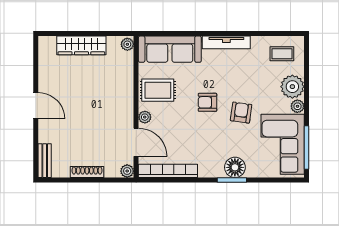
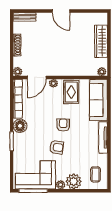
door: (36, 106) -> (61, 11), hinge flipped
floor lamp: (235, 167) -> (20, 126), moved

